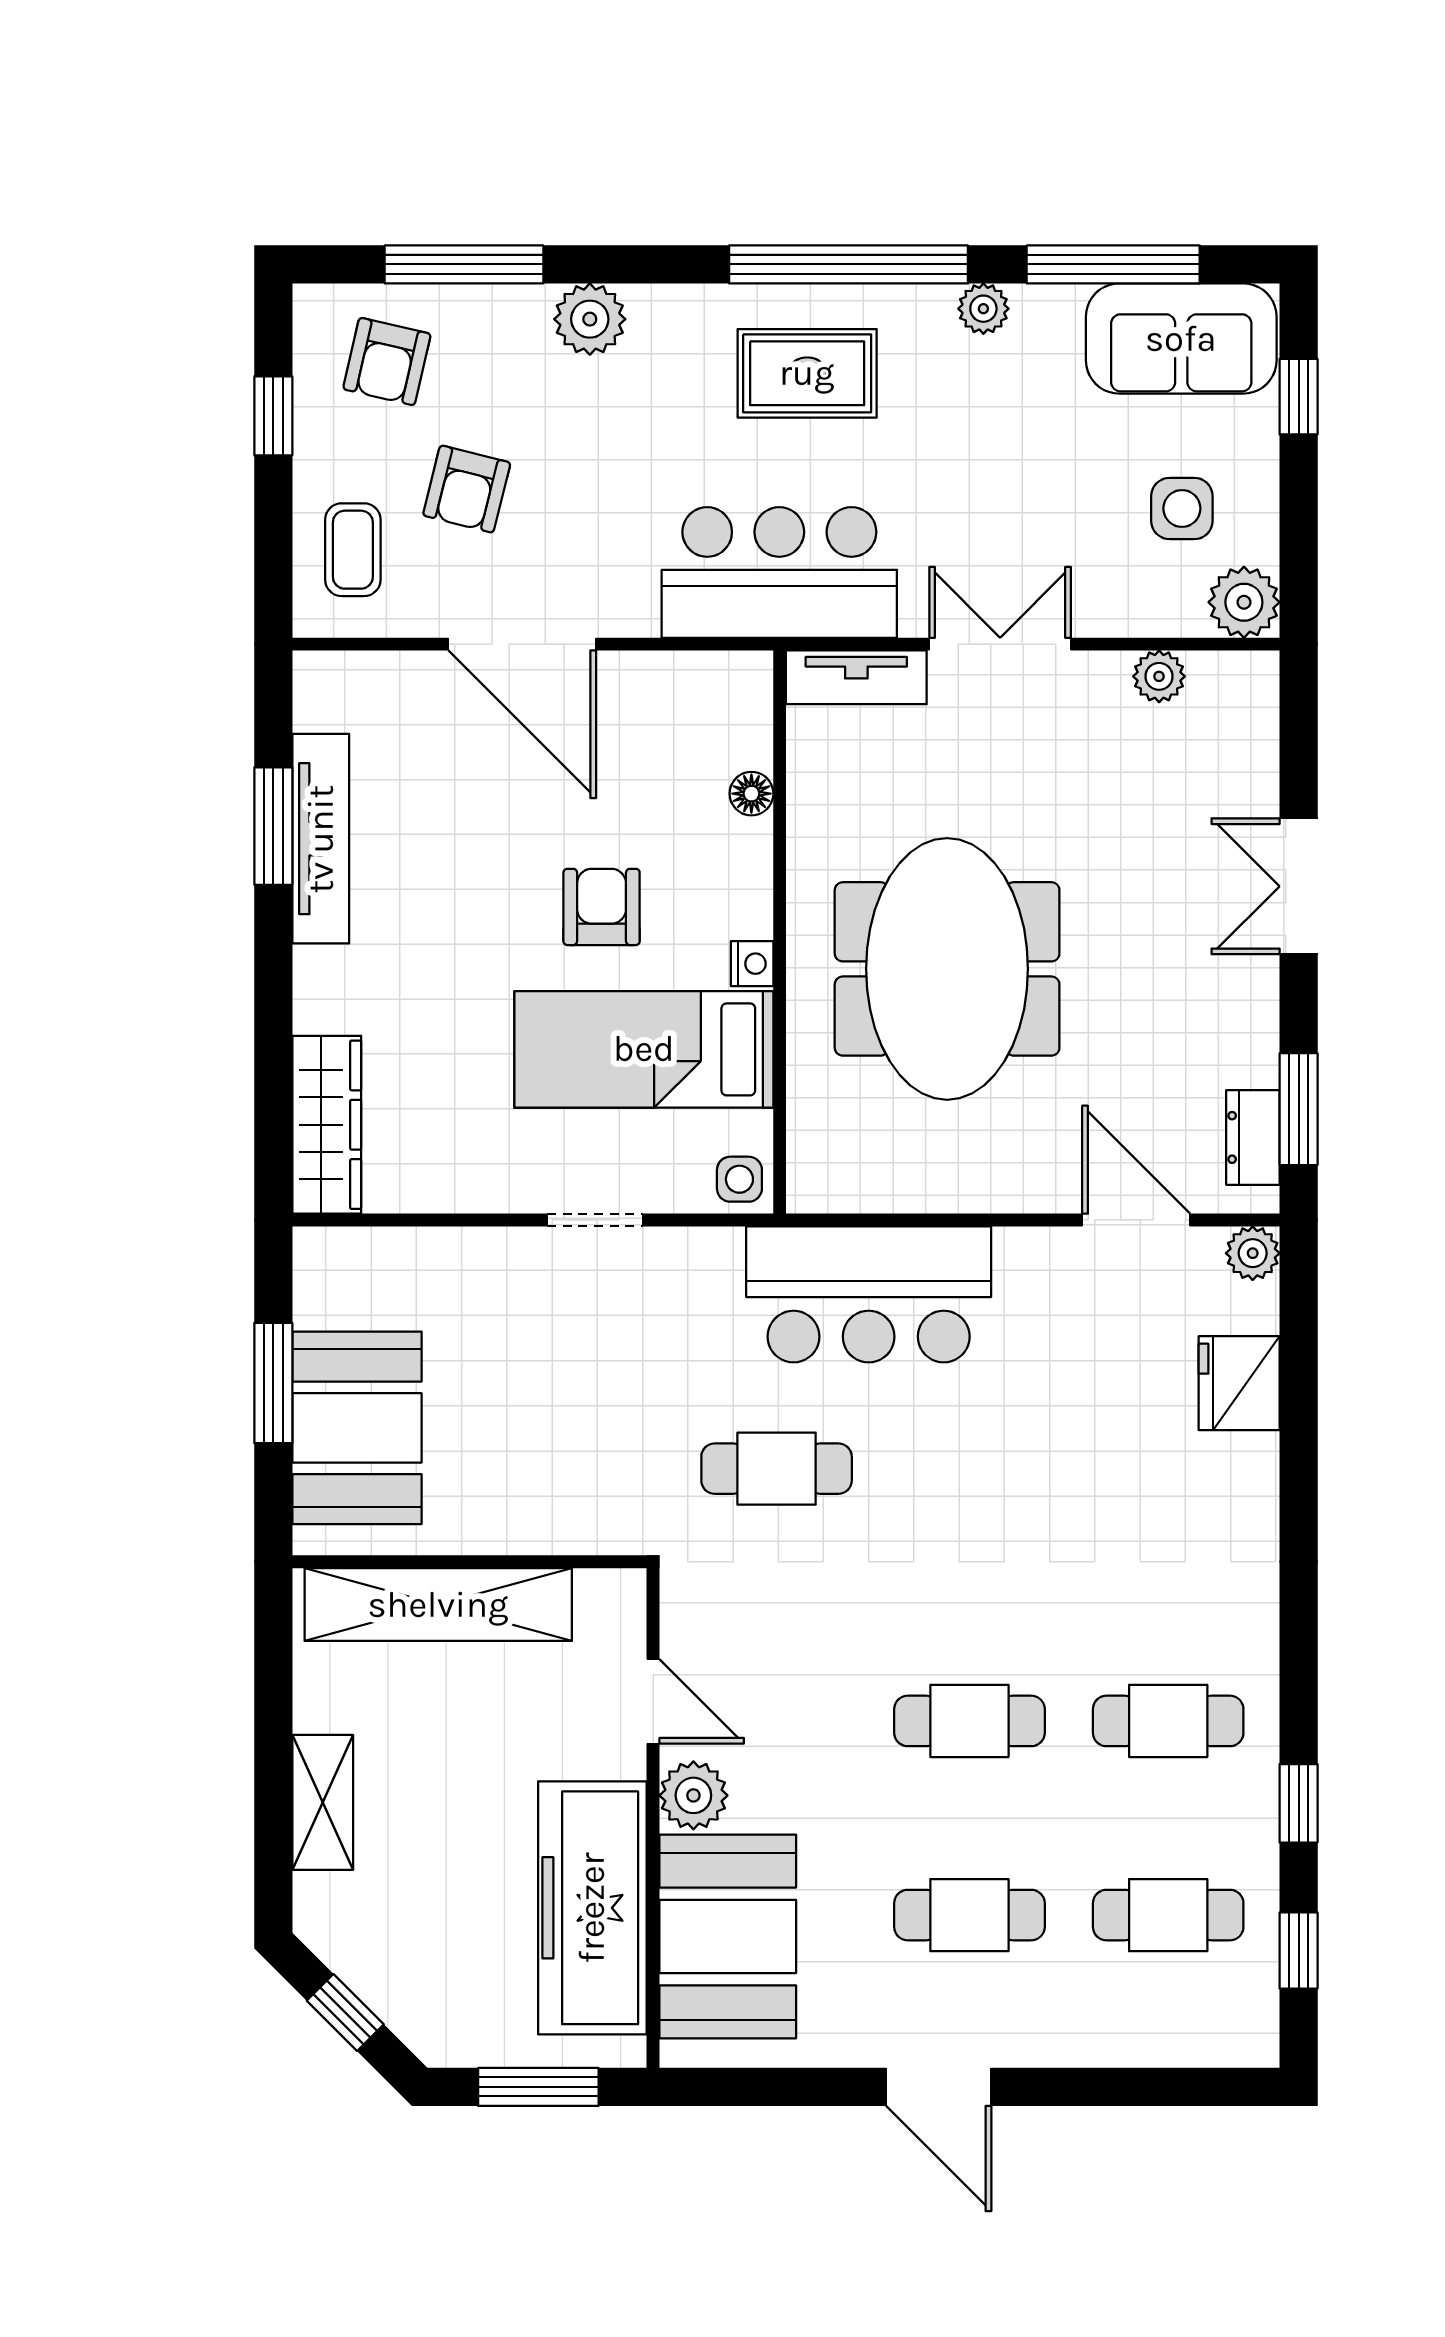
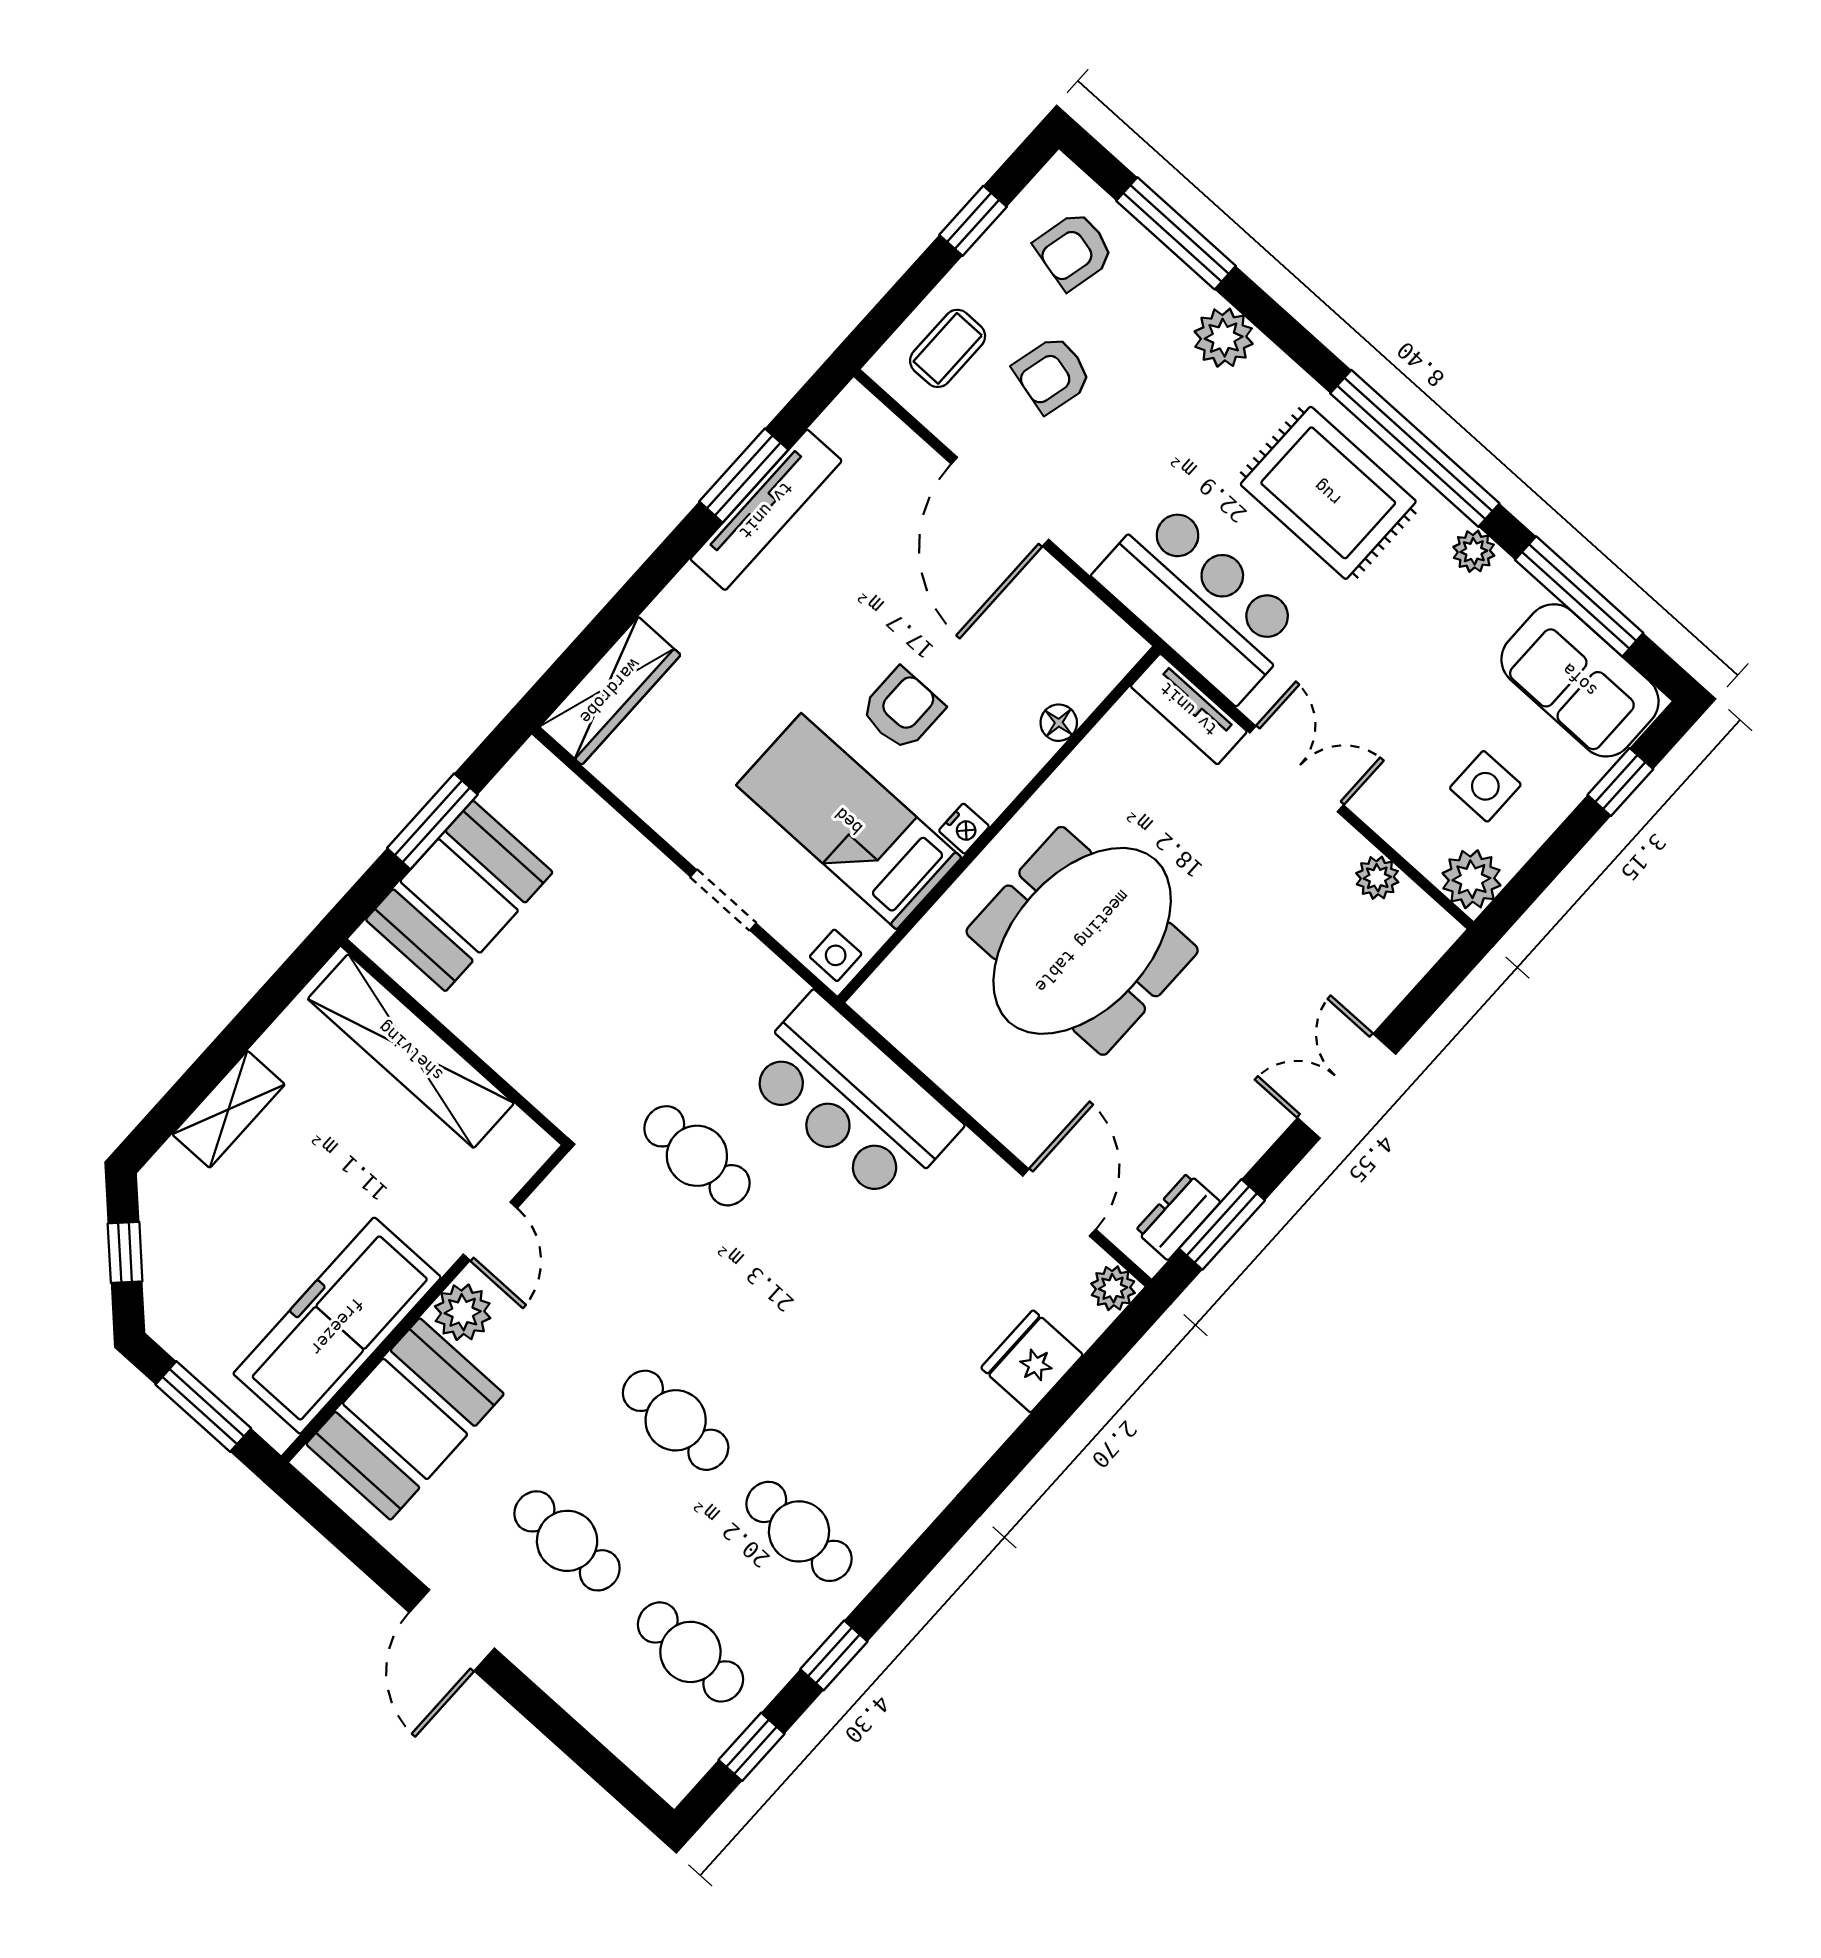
rug: (807, 373) -> (1328, 493), width x1.36, depth x1.43

